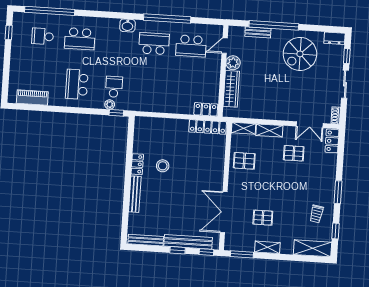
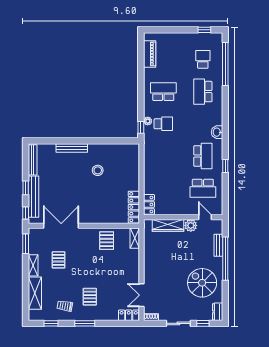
window: (167, 19) -> (225, 166), width x0.32
school desk: (191, 46) -> (203, 188), turned -90
shelving: (269, 130) -> (134, 261), removed
pallet: (294, 153) -> (90, 297), moved
locker: (137, 164) -> (98, 148), removed
shelving: (313, 248) -> (35, 293), moved

